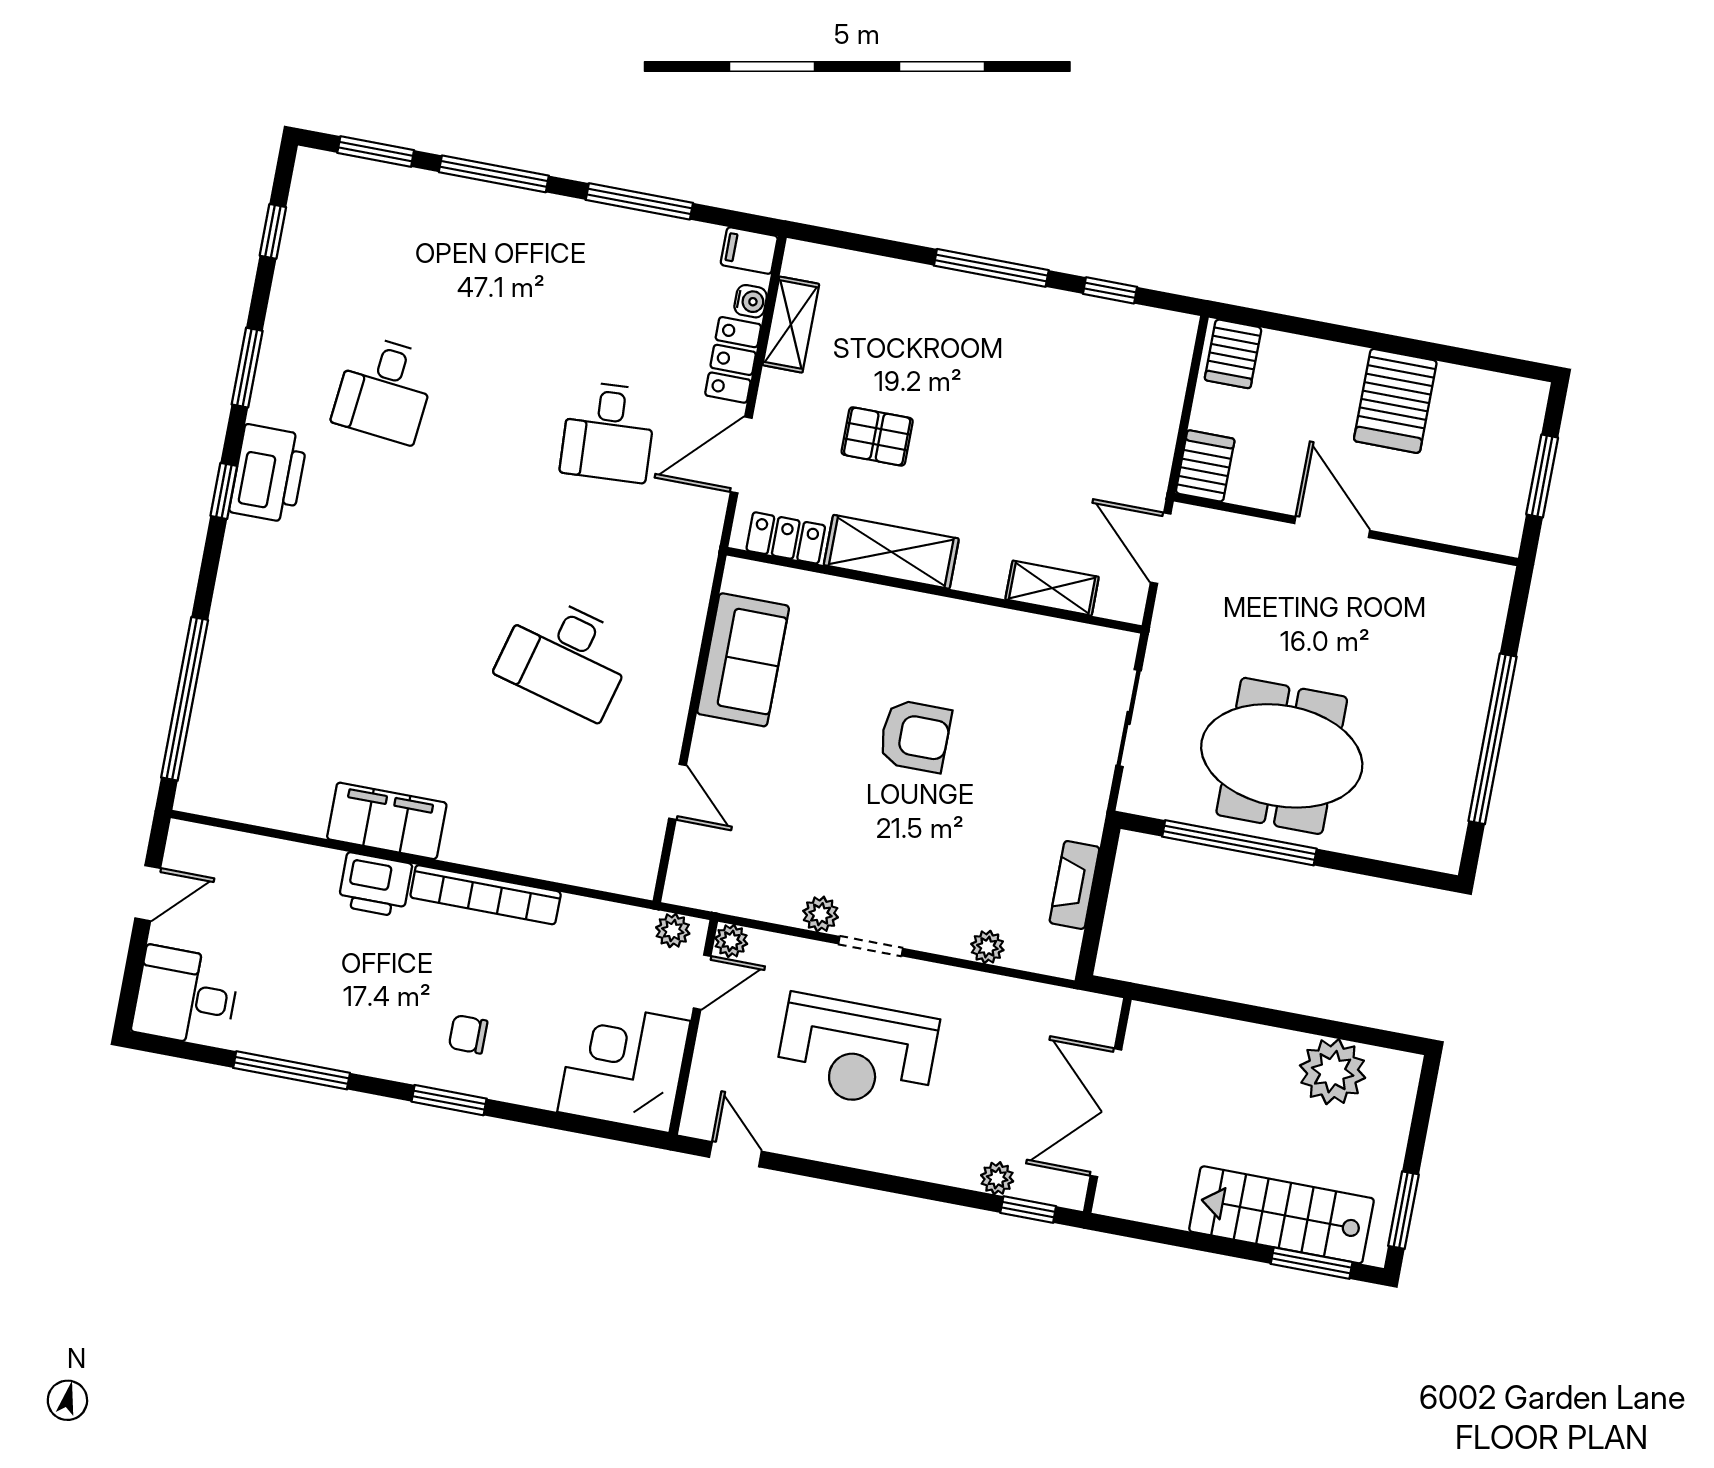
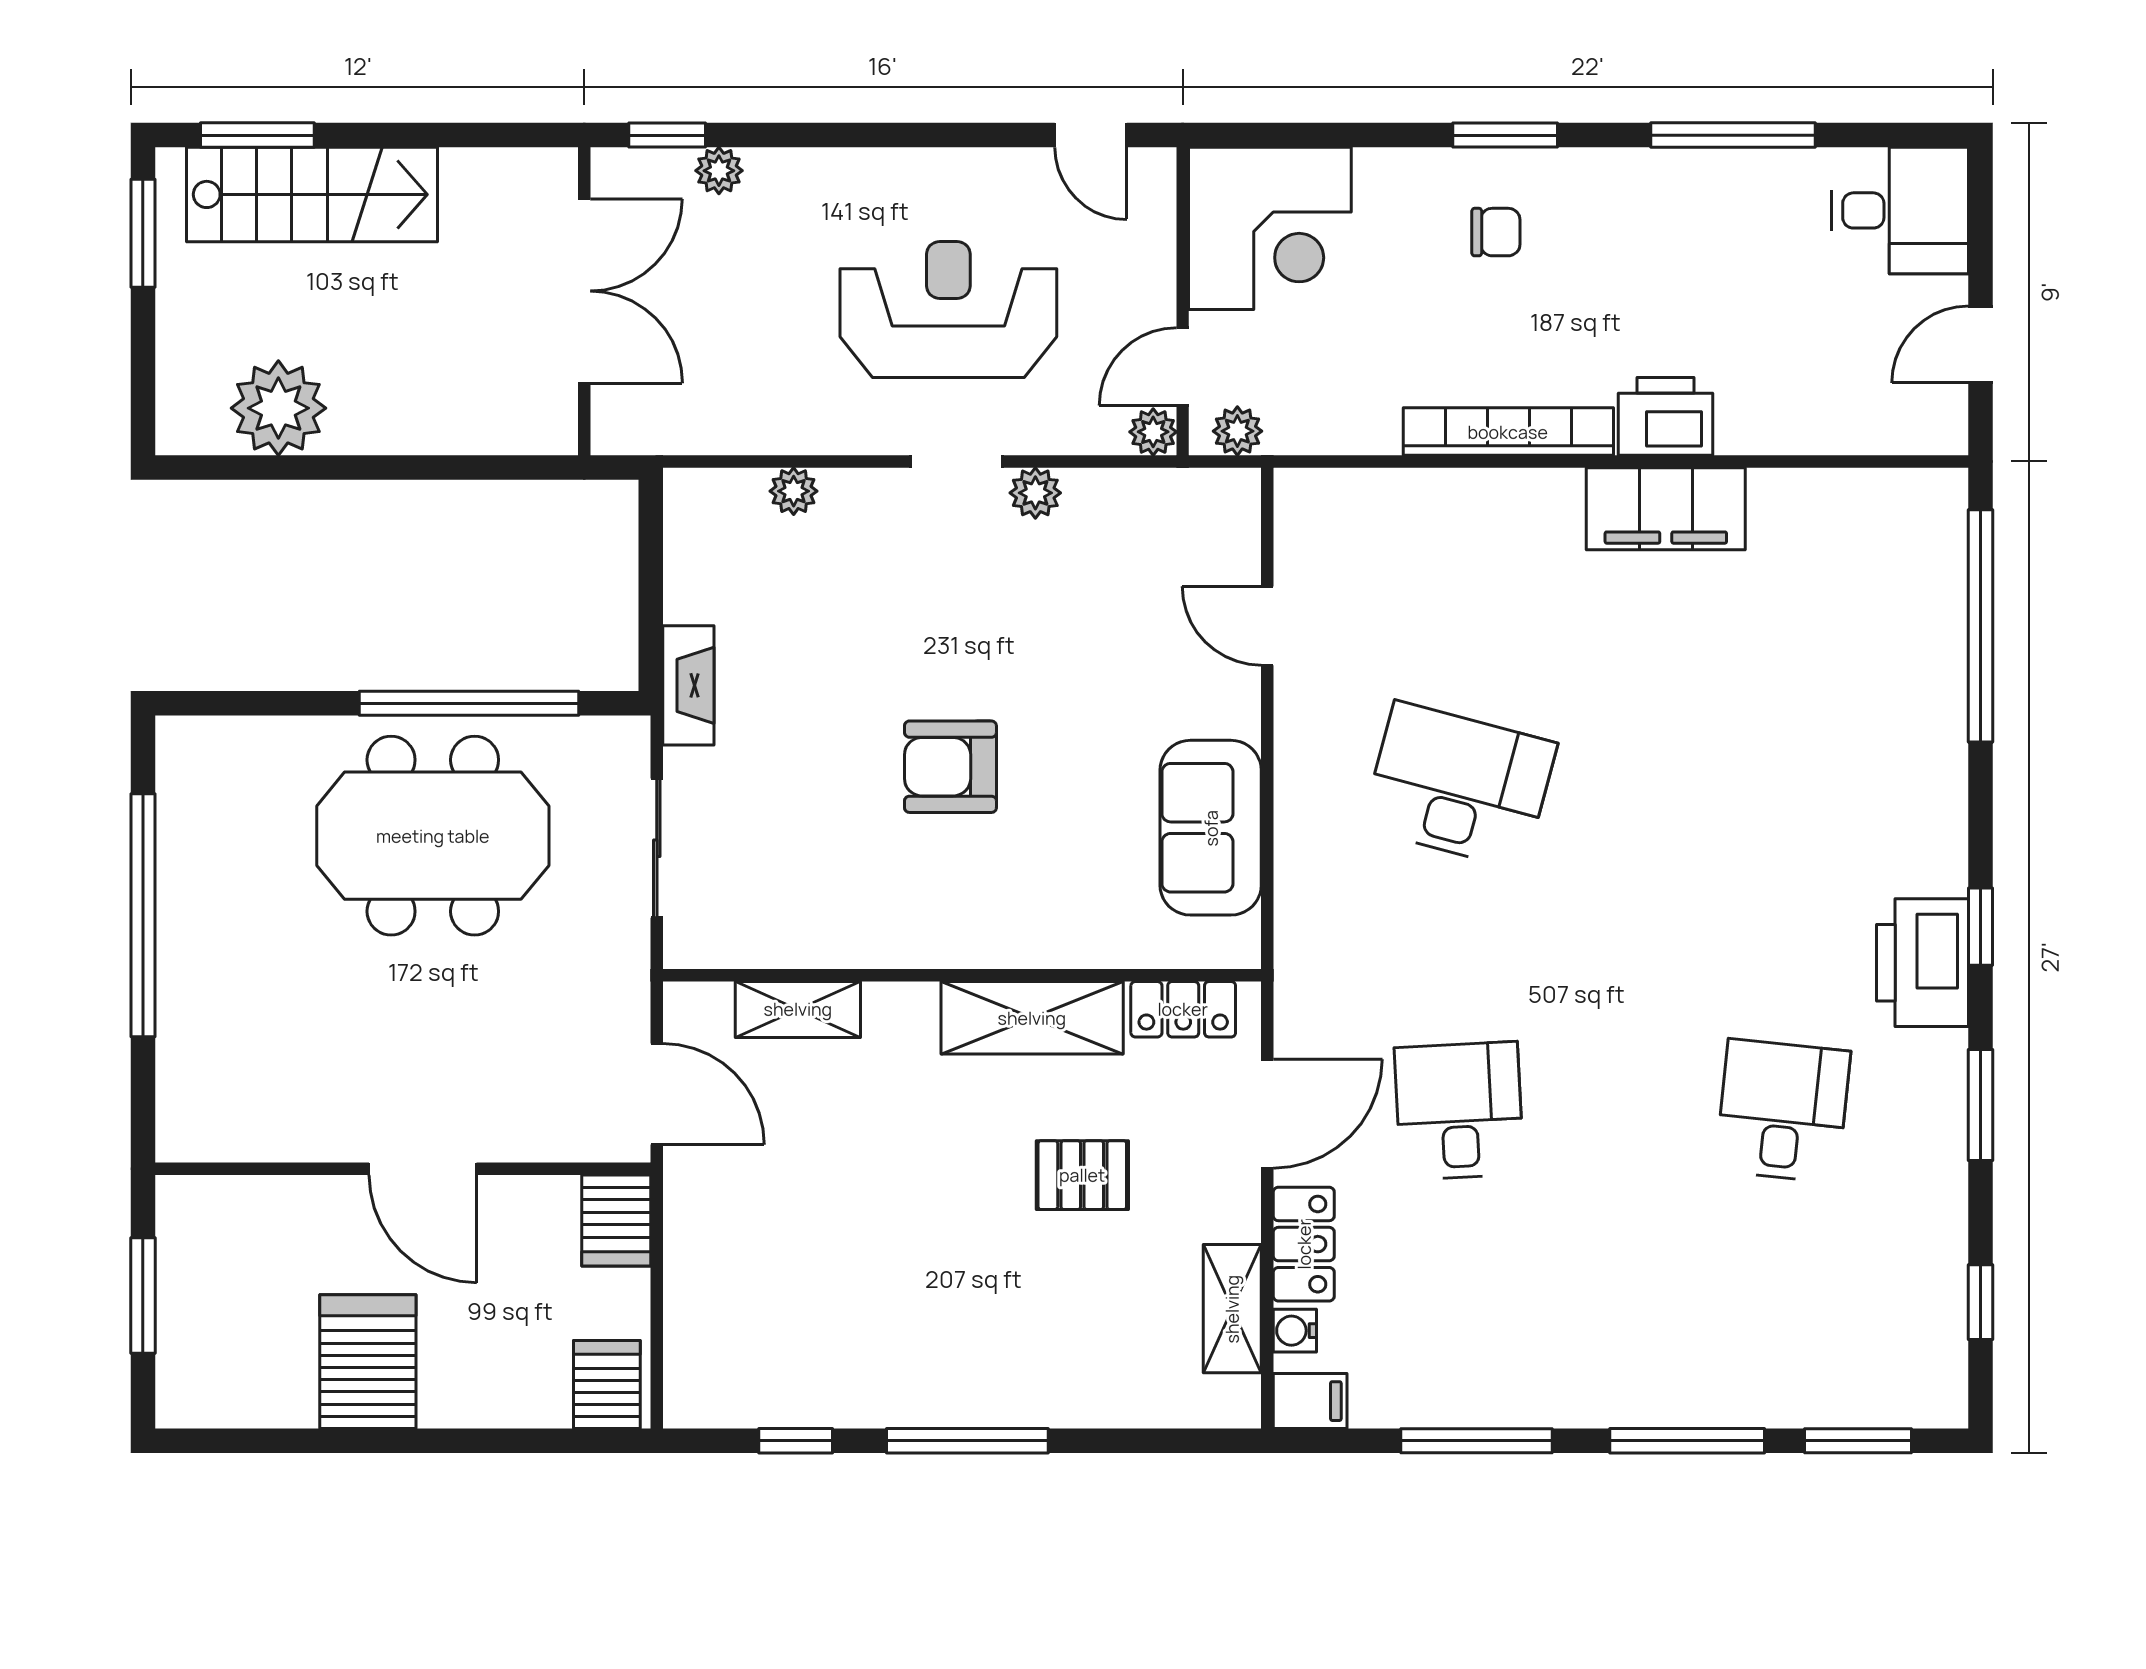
fireplace: (1074, 885) -> (688, 685), moved

